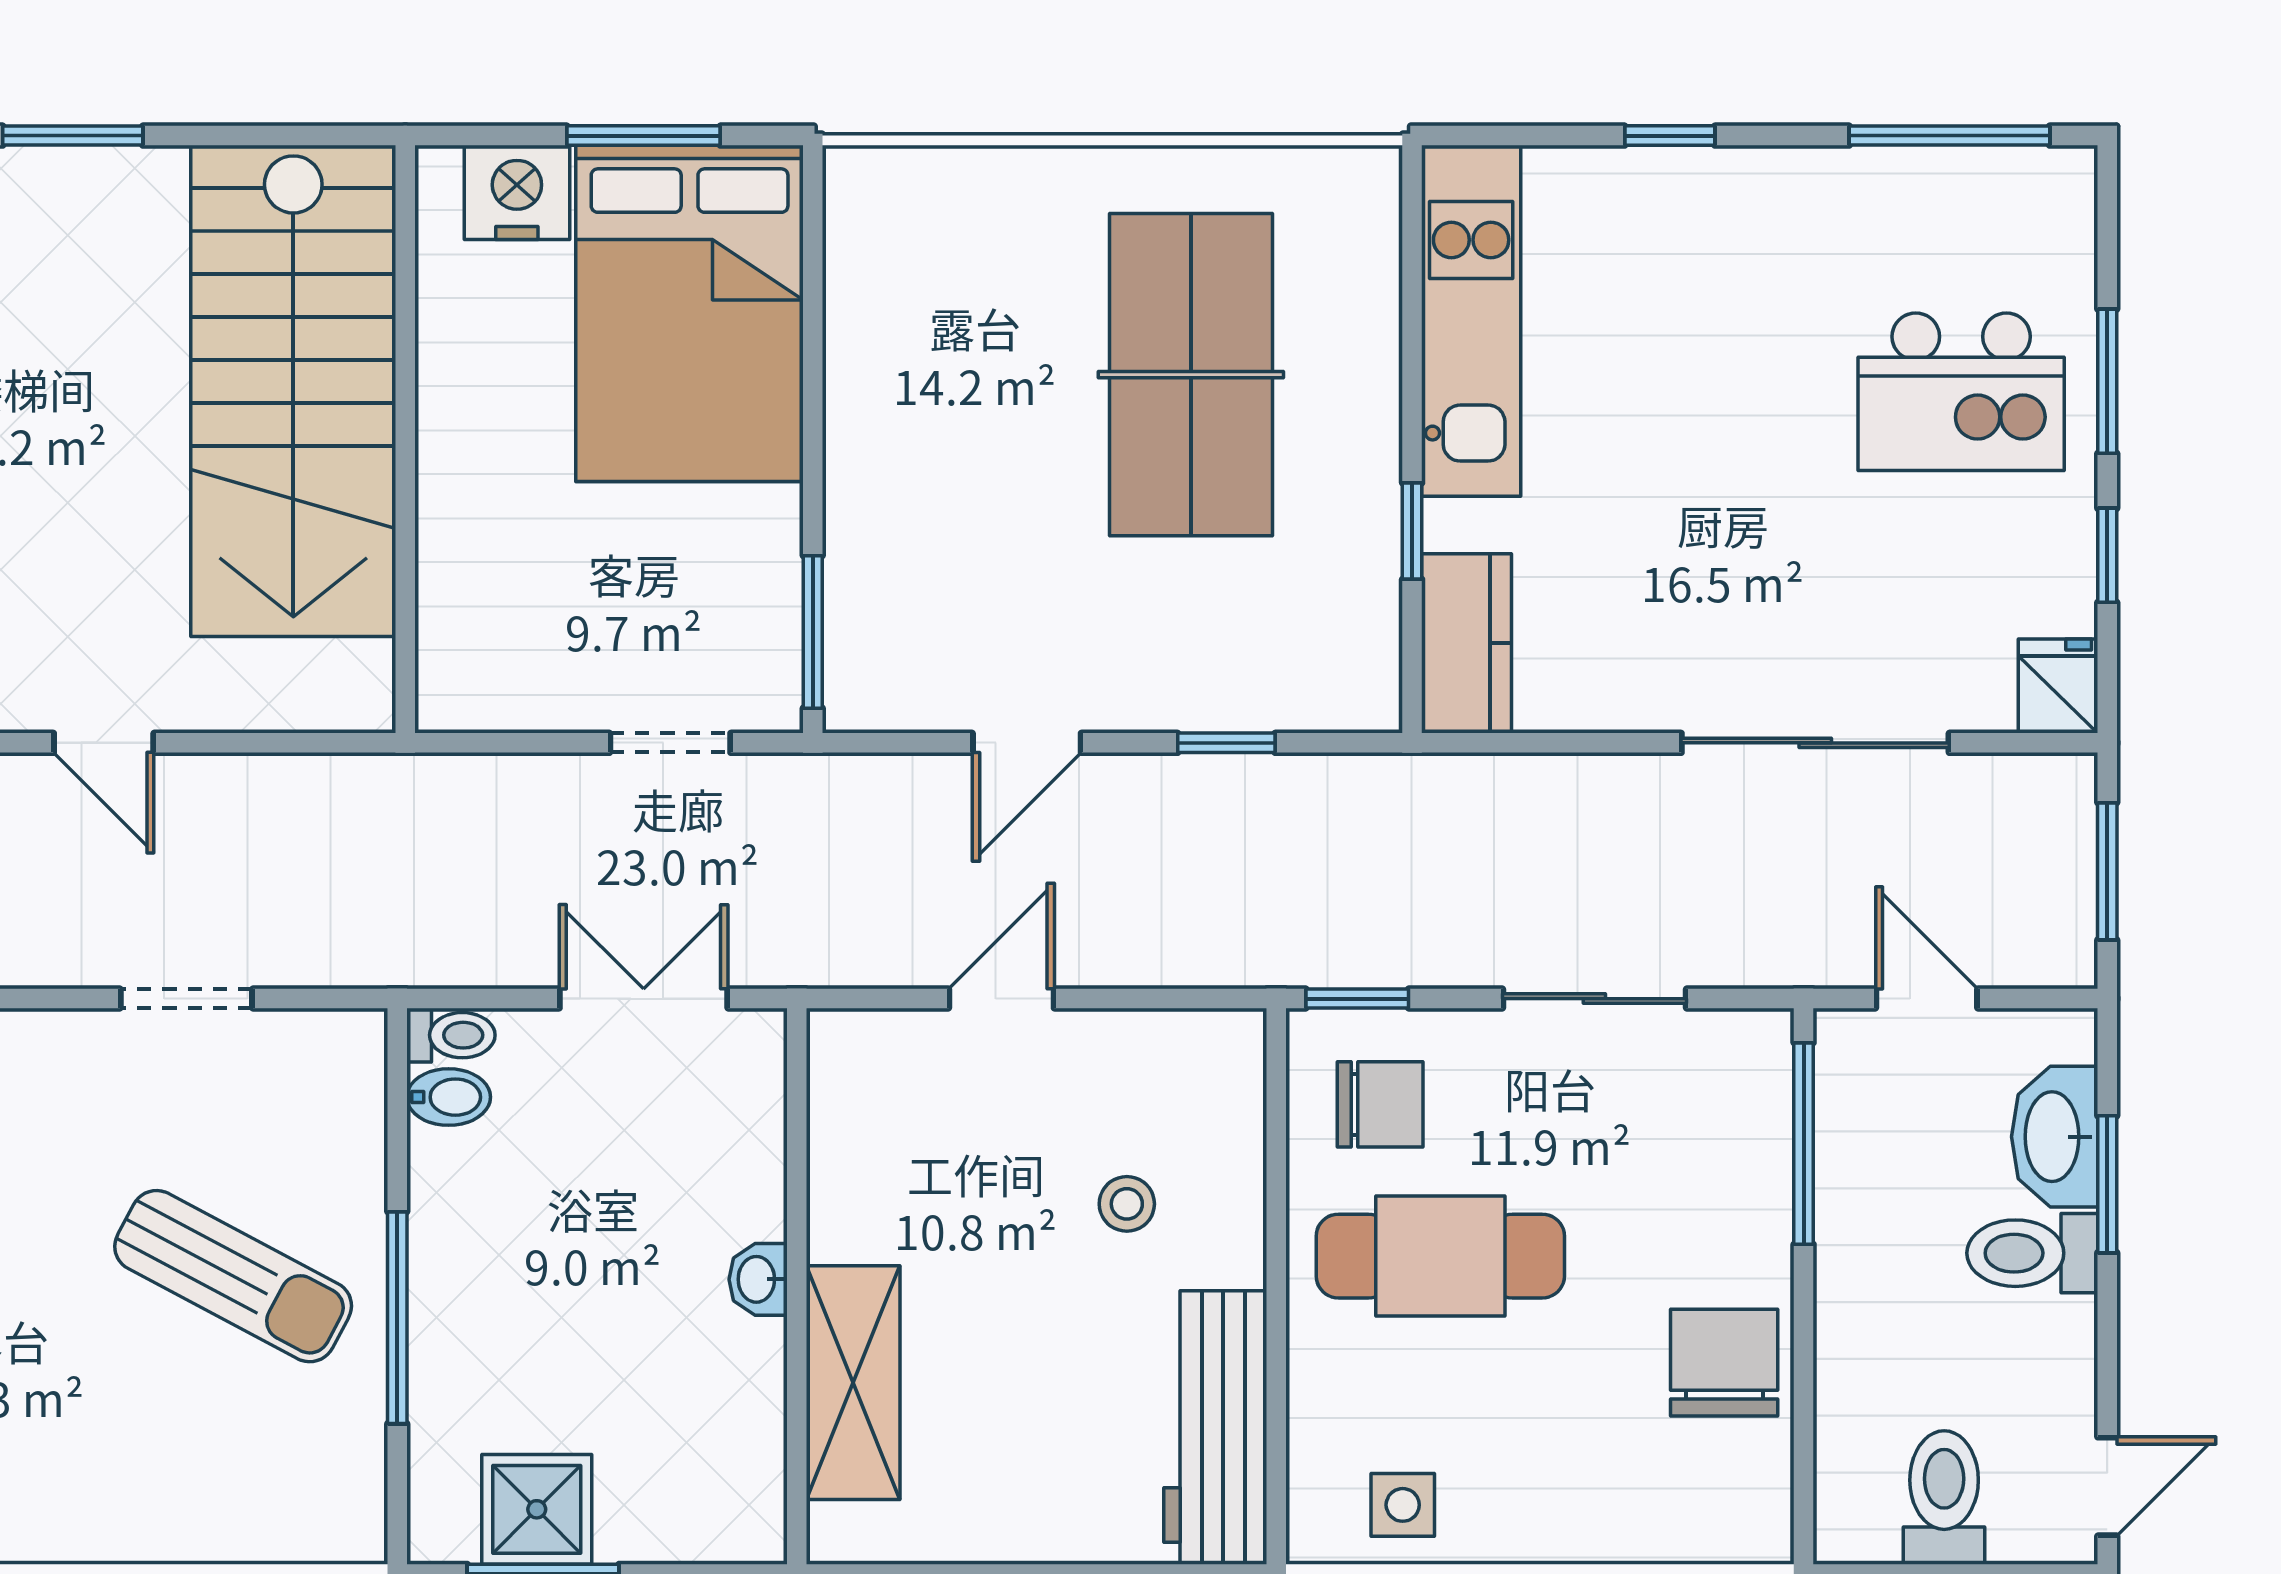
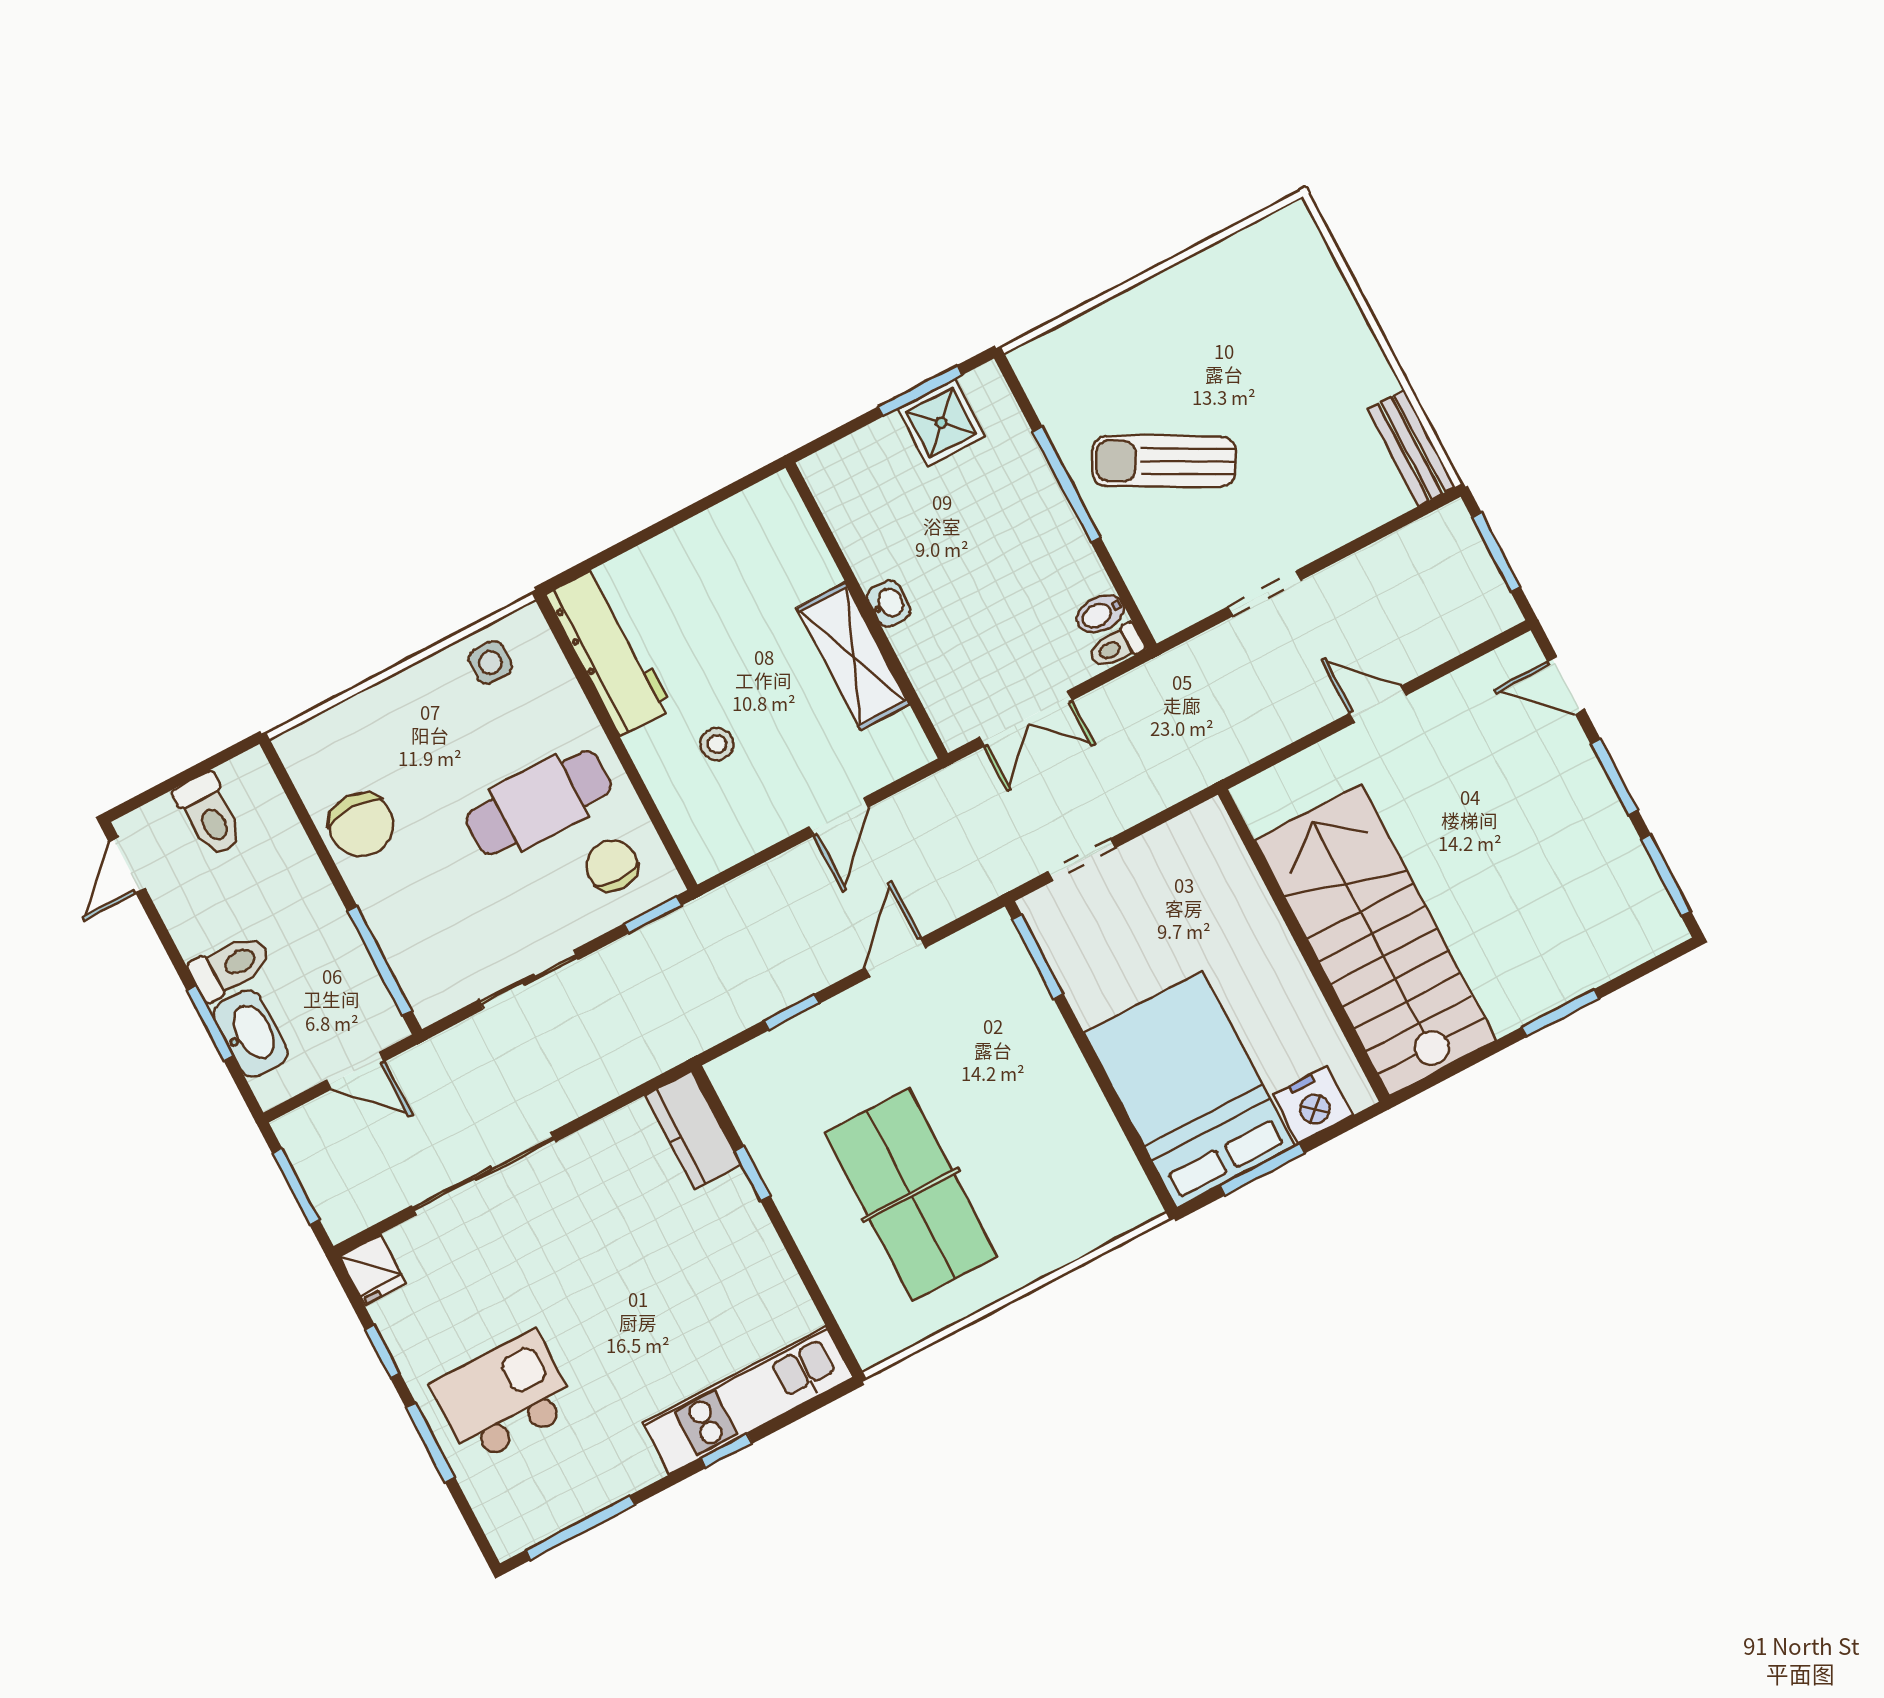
kitchen unit: (1471, 321) -> (748, 1400), moved, turned 90
chair: (1380, 1104) -> (612, 865), turned 90
shelving: (853, 1383) -> (853, 656), moved

